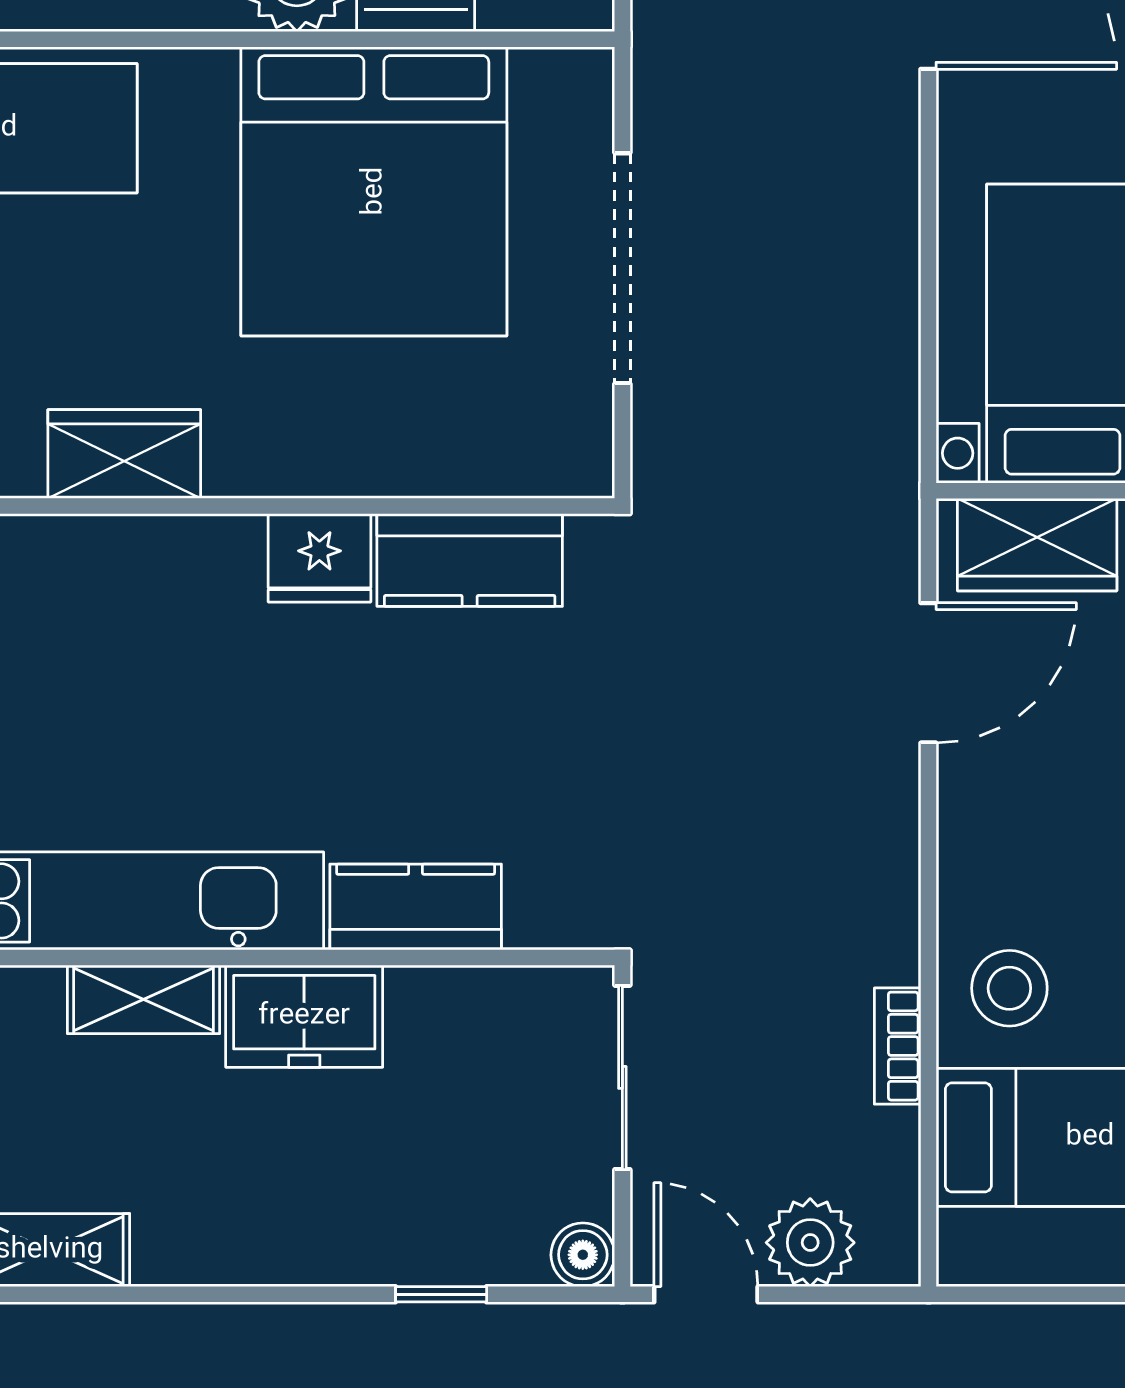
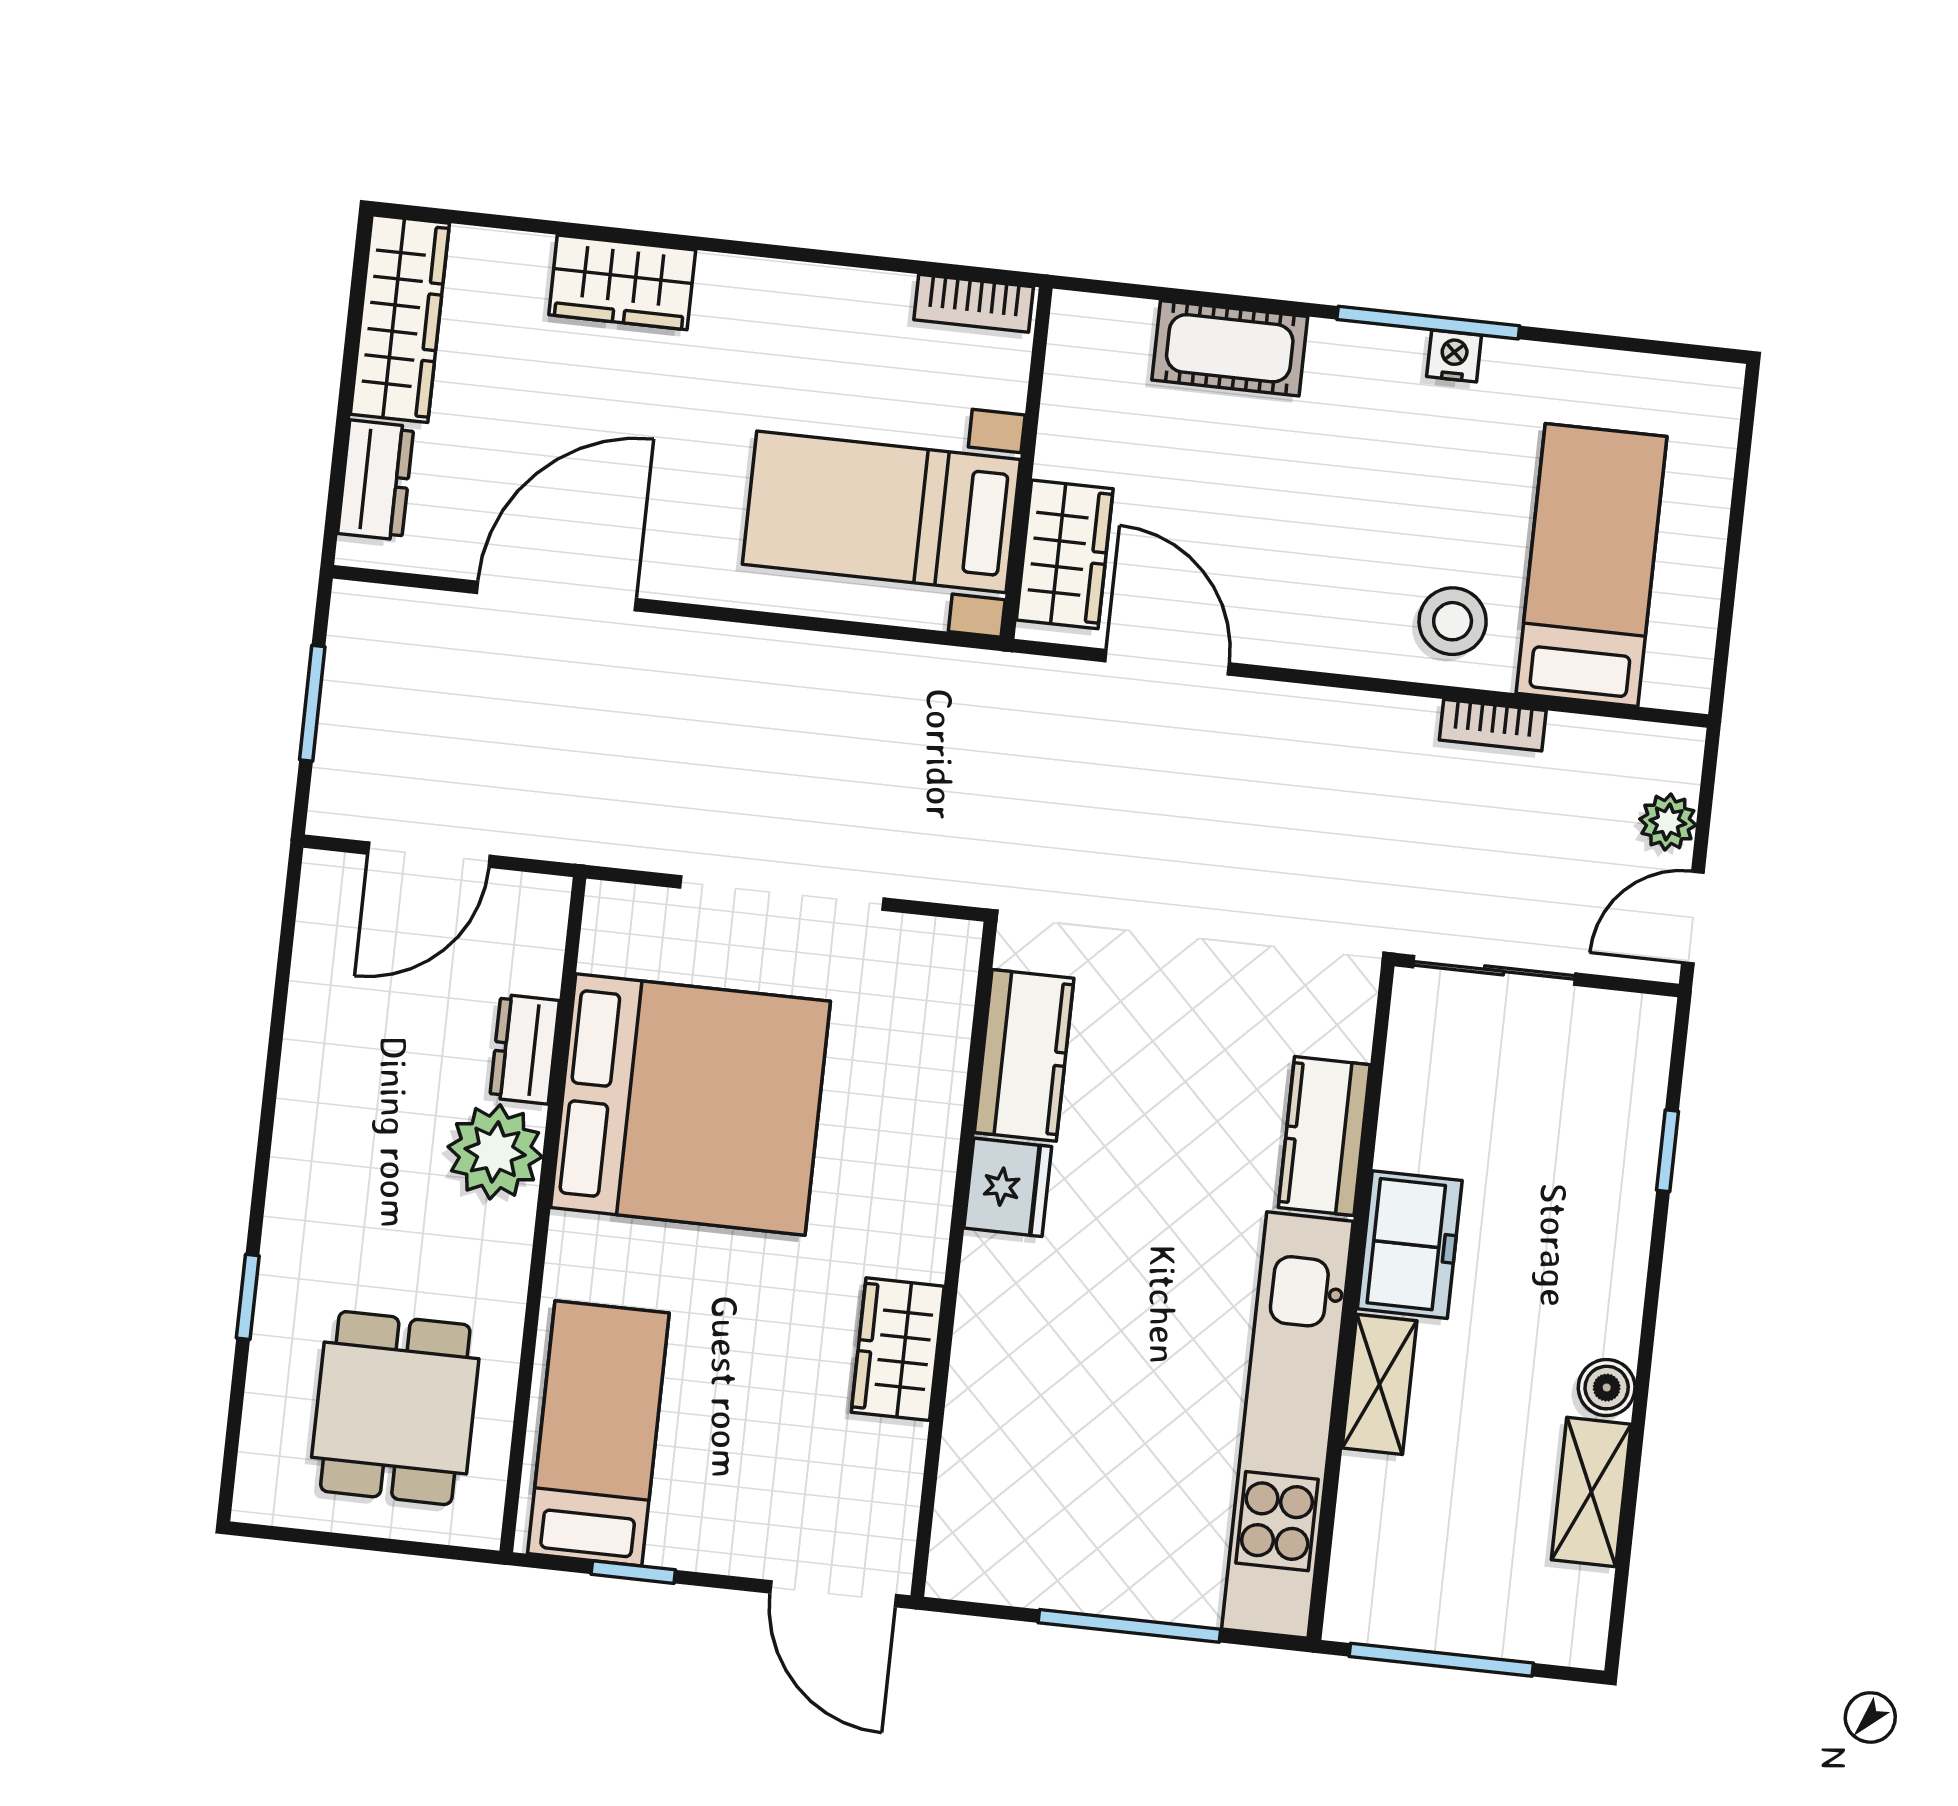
plant: (810, 1243) -> (1668, 822), width x0.73, depth x0.73
boiler: (583, 1255) -> (1607, 1388), moved

